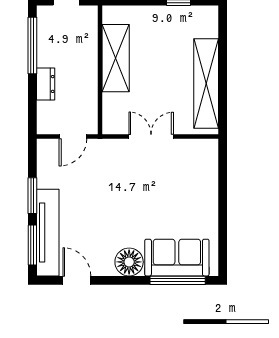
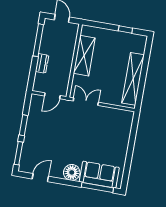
double door: (151, 136) -> (86, 102), moved
tv unit: (48, 233) -> (28, 148), removed
door: (77, 280) -> (40, 178), hinge flipped

